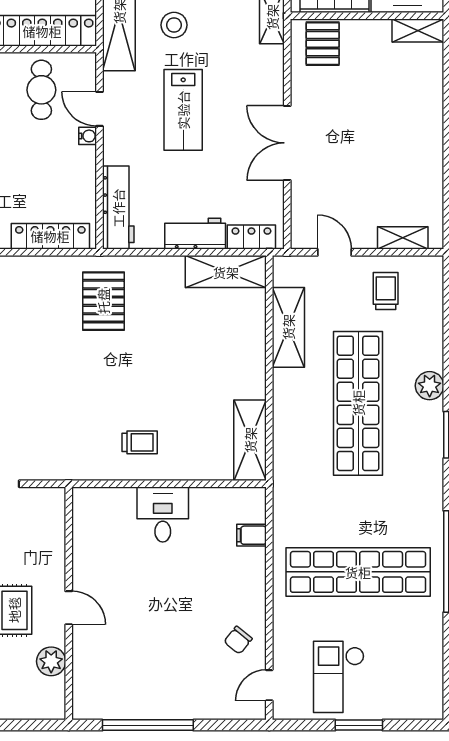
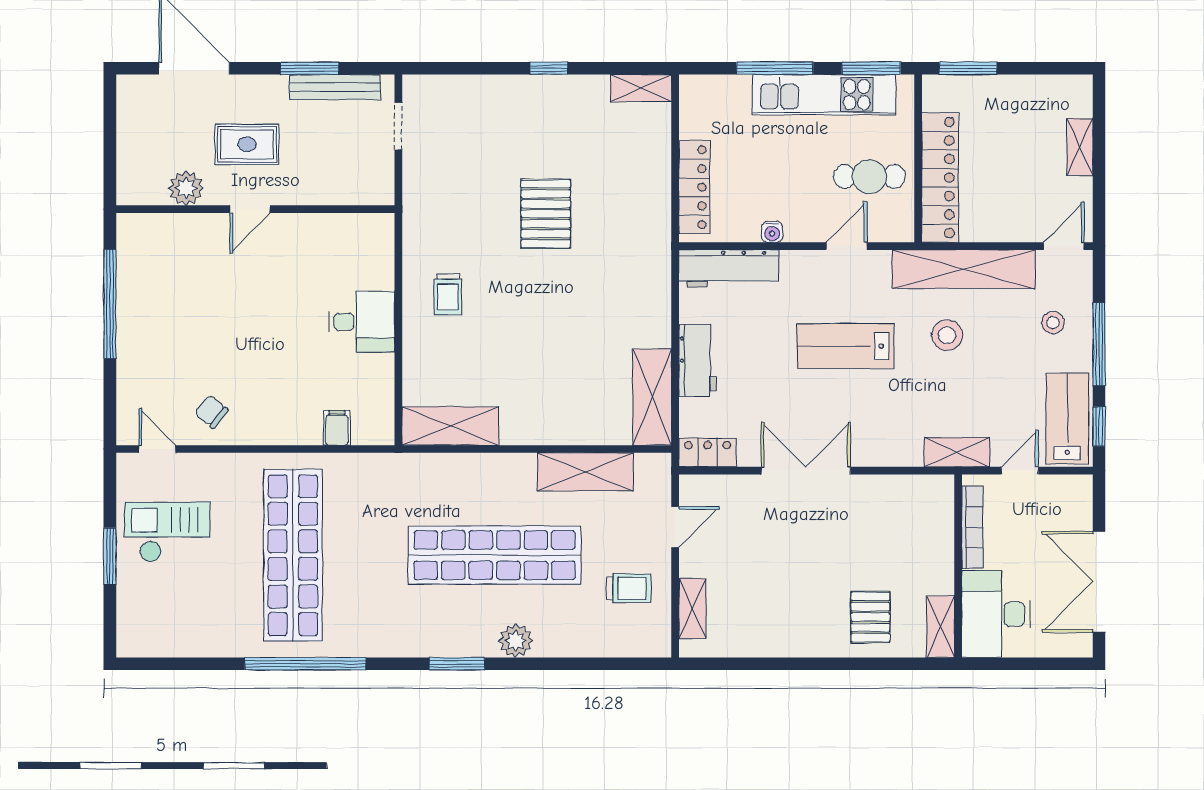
pallet: (323, 44) -> (870, 617), moved, turned 90
water cooler: (88, 136) -> (772, 232), moved
locker: (251, 237) -> (708, 452), moved, turned -90
pallet: (103, 301) -> (546, 214), moved, turned 90

